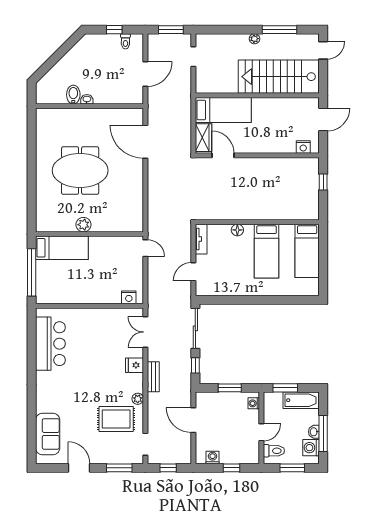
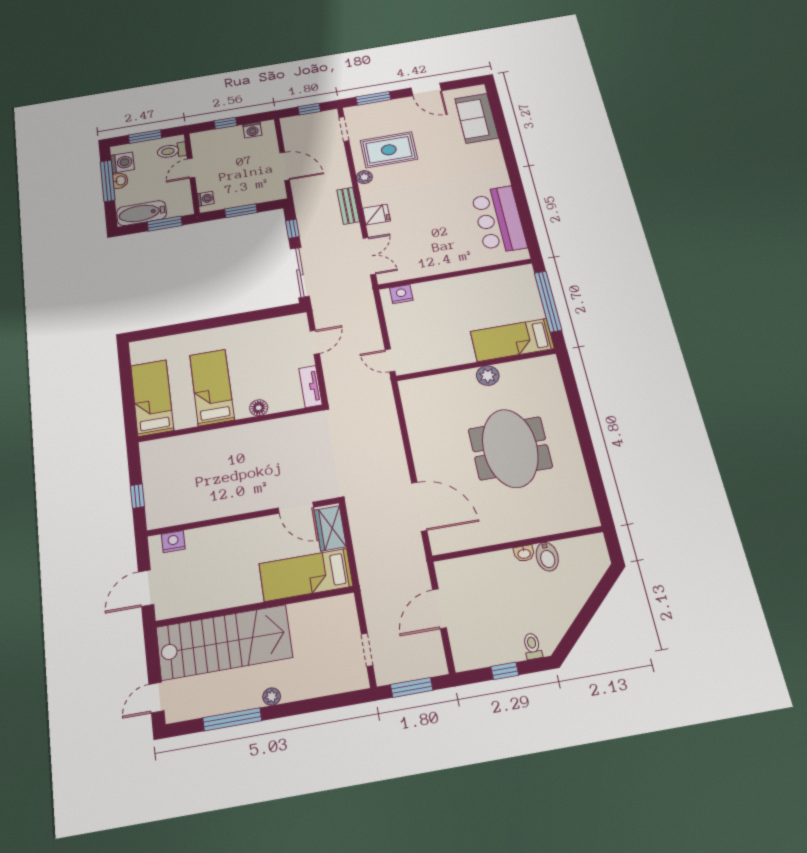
toilet: (125, 41) -> (532, 646), moved
meeting table: (80, 170) -> (510, 448), turned 90

